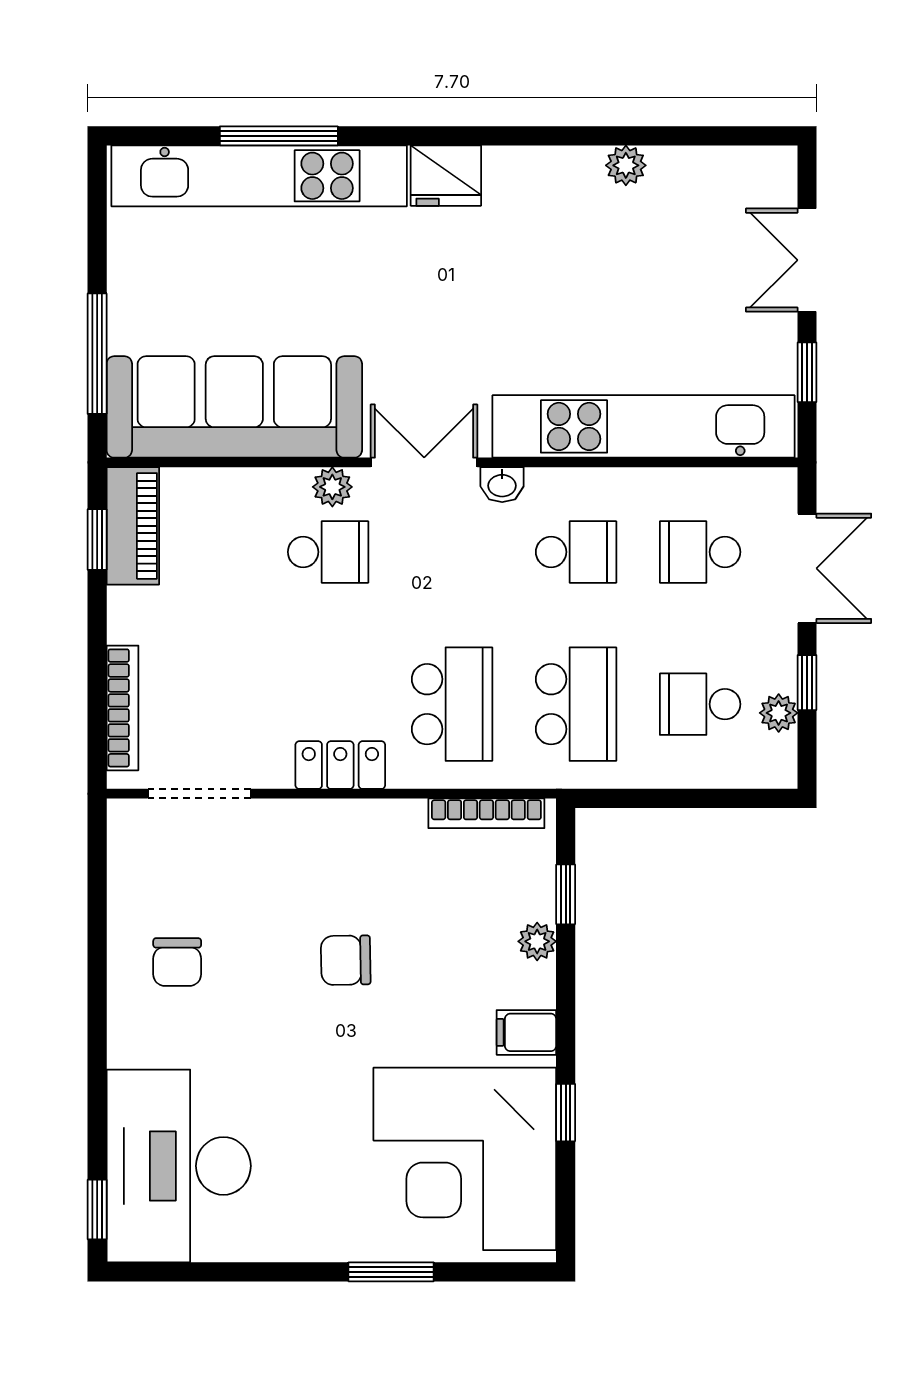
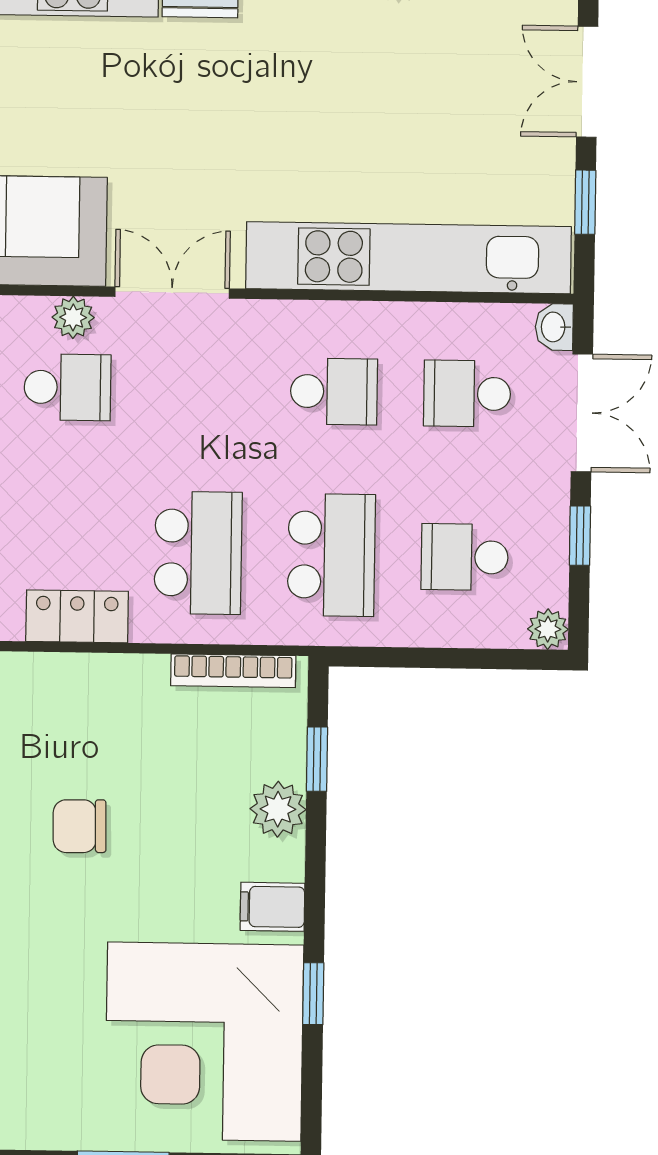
washbasin: (502, 485) -> (554, 327), moved, turned 90
plant: (779, 713) -> (548, 629), moved
plant: (537, 941) -> (278, 809), width x1.38, depth x1.38

